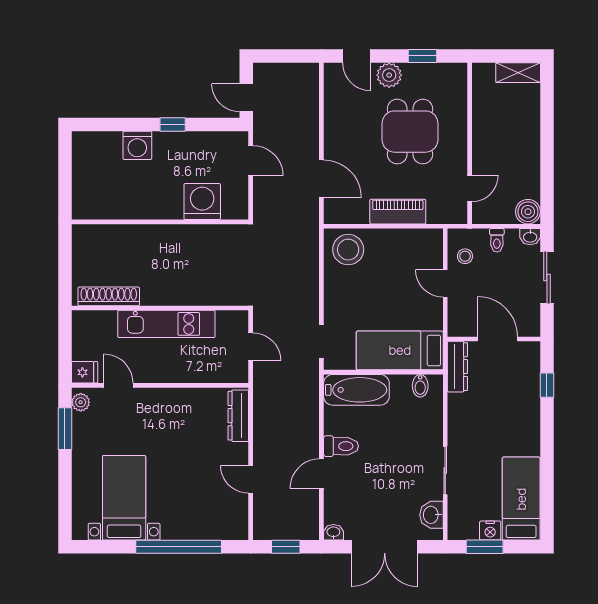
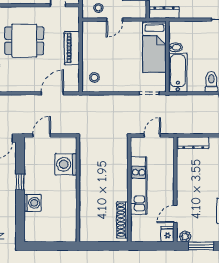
stool: (348, 250) -> (94, 77), width x0.53, depth x0.53
bidet: (420, 386) -> (175, 47), moved

